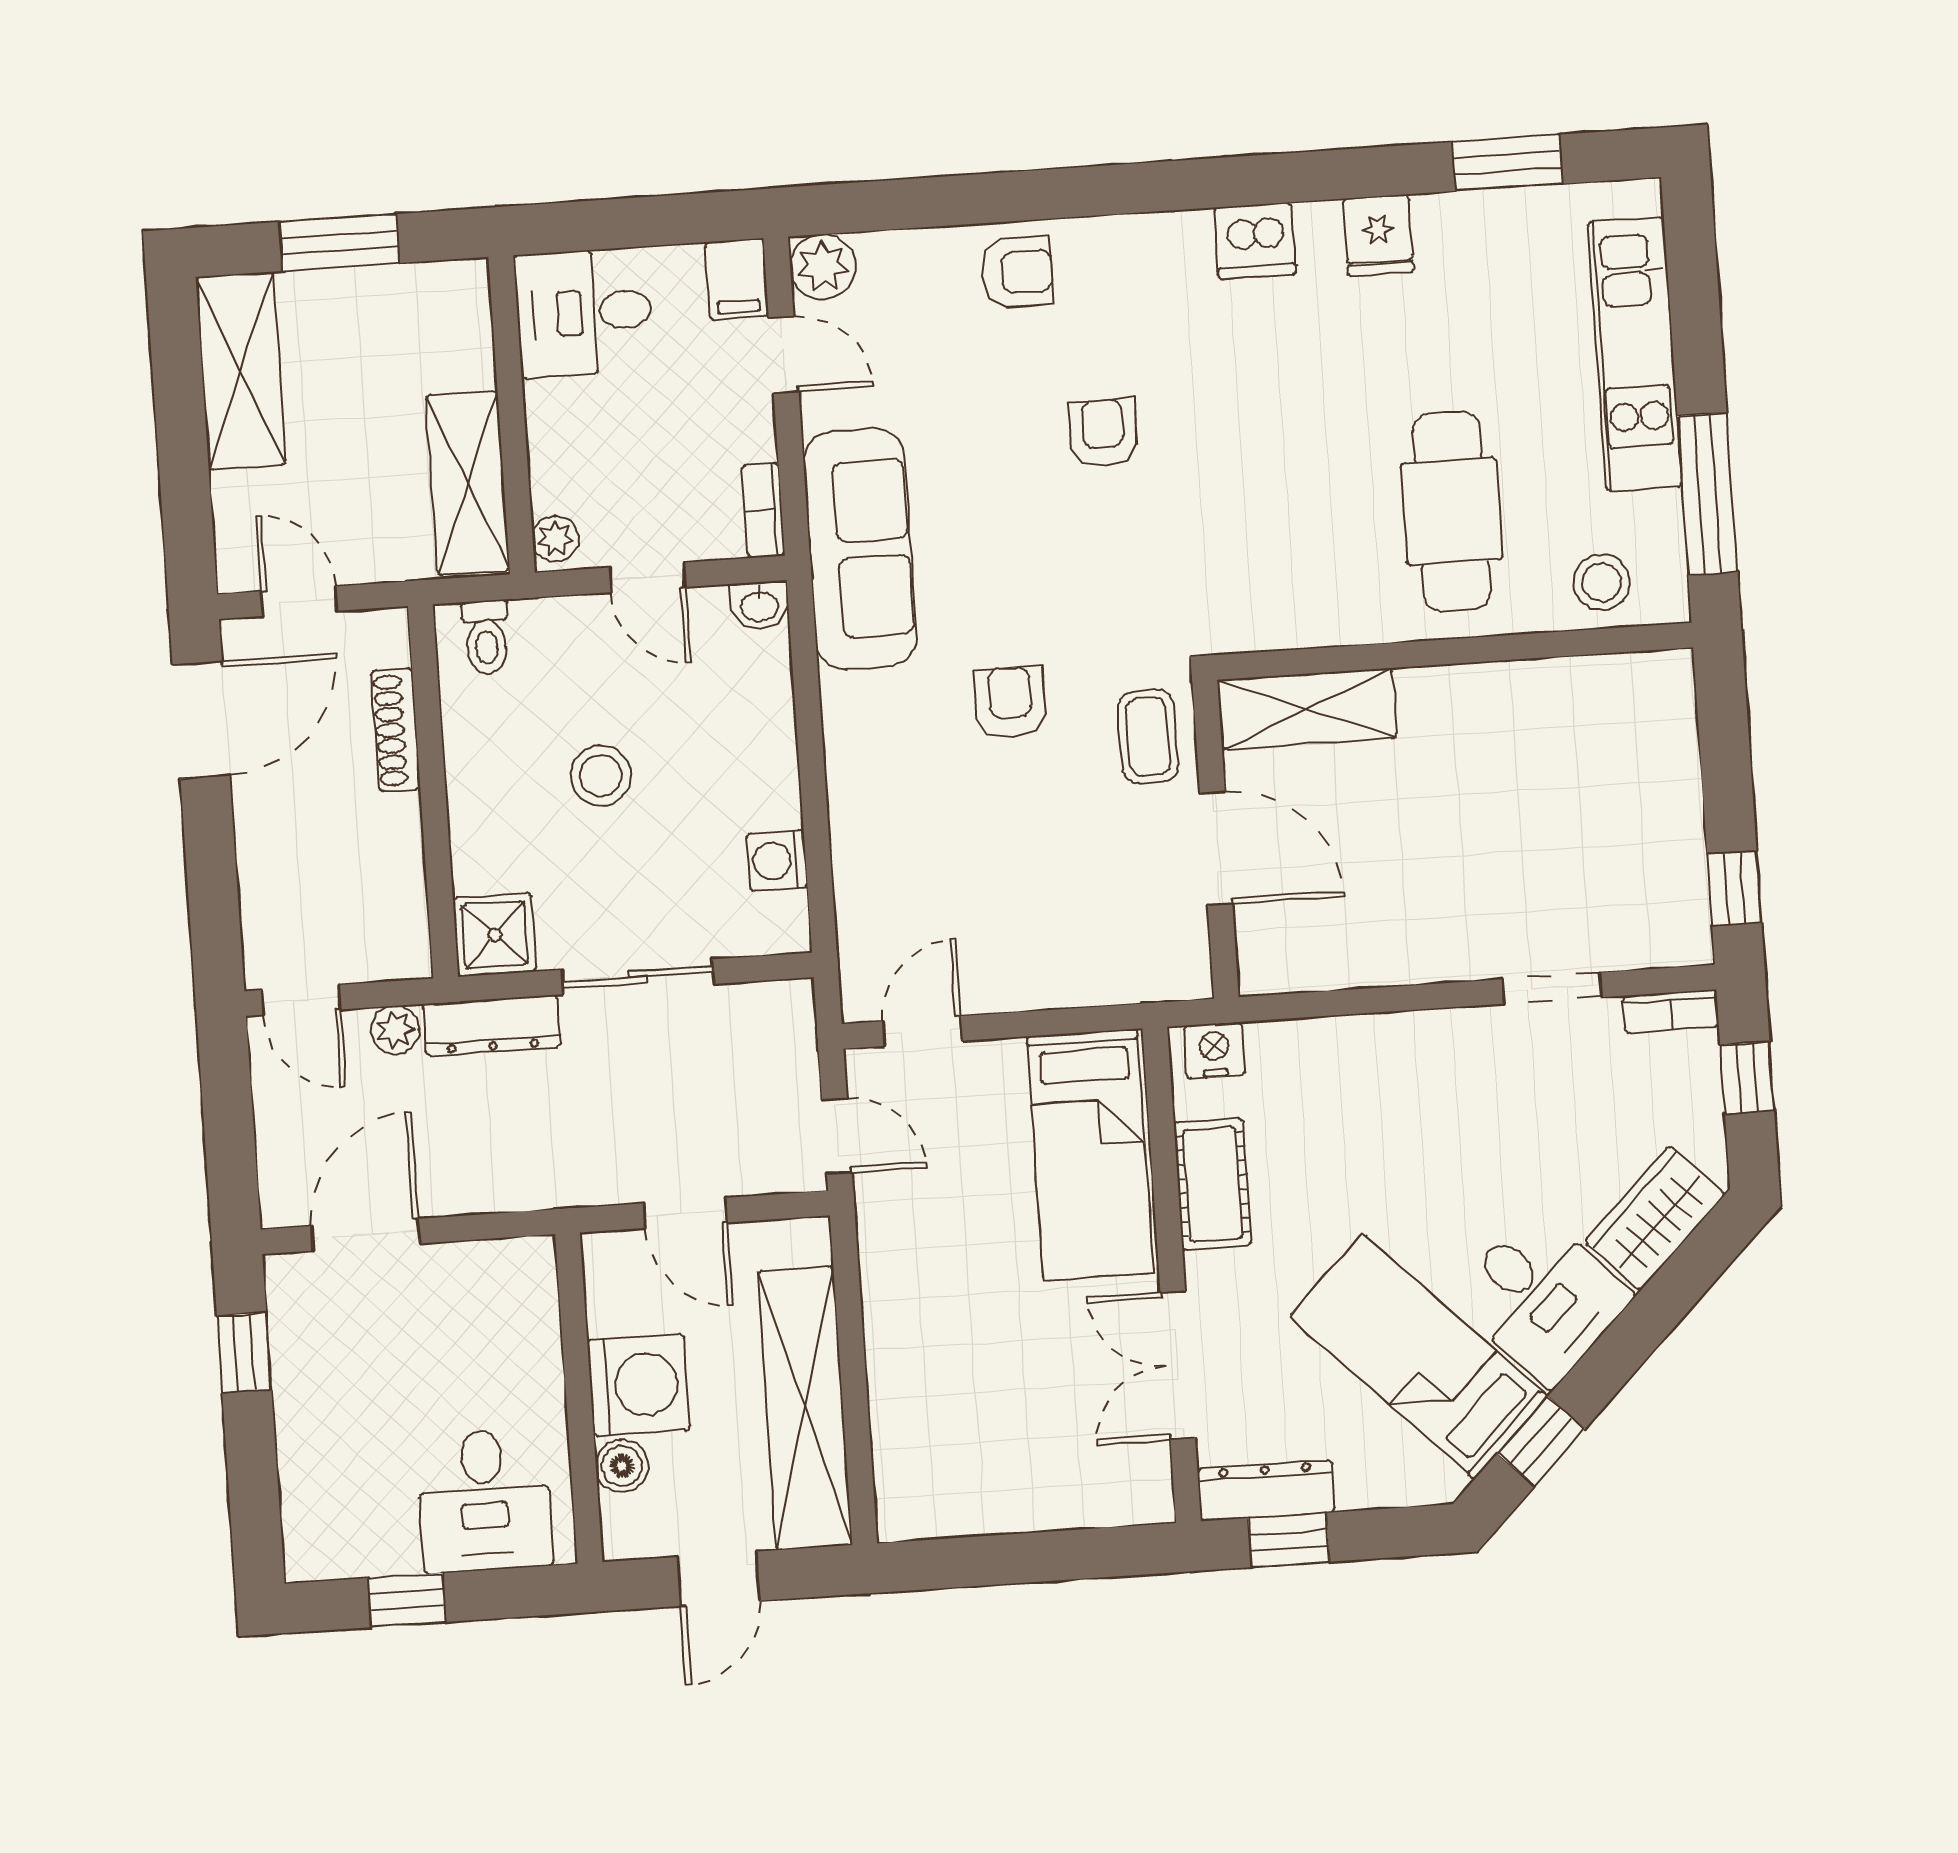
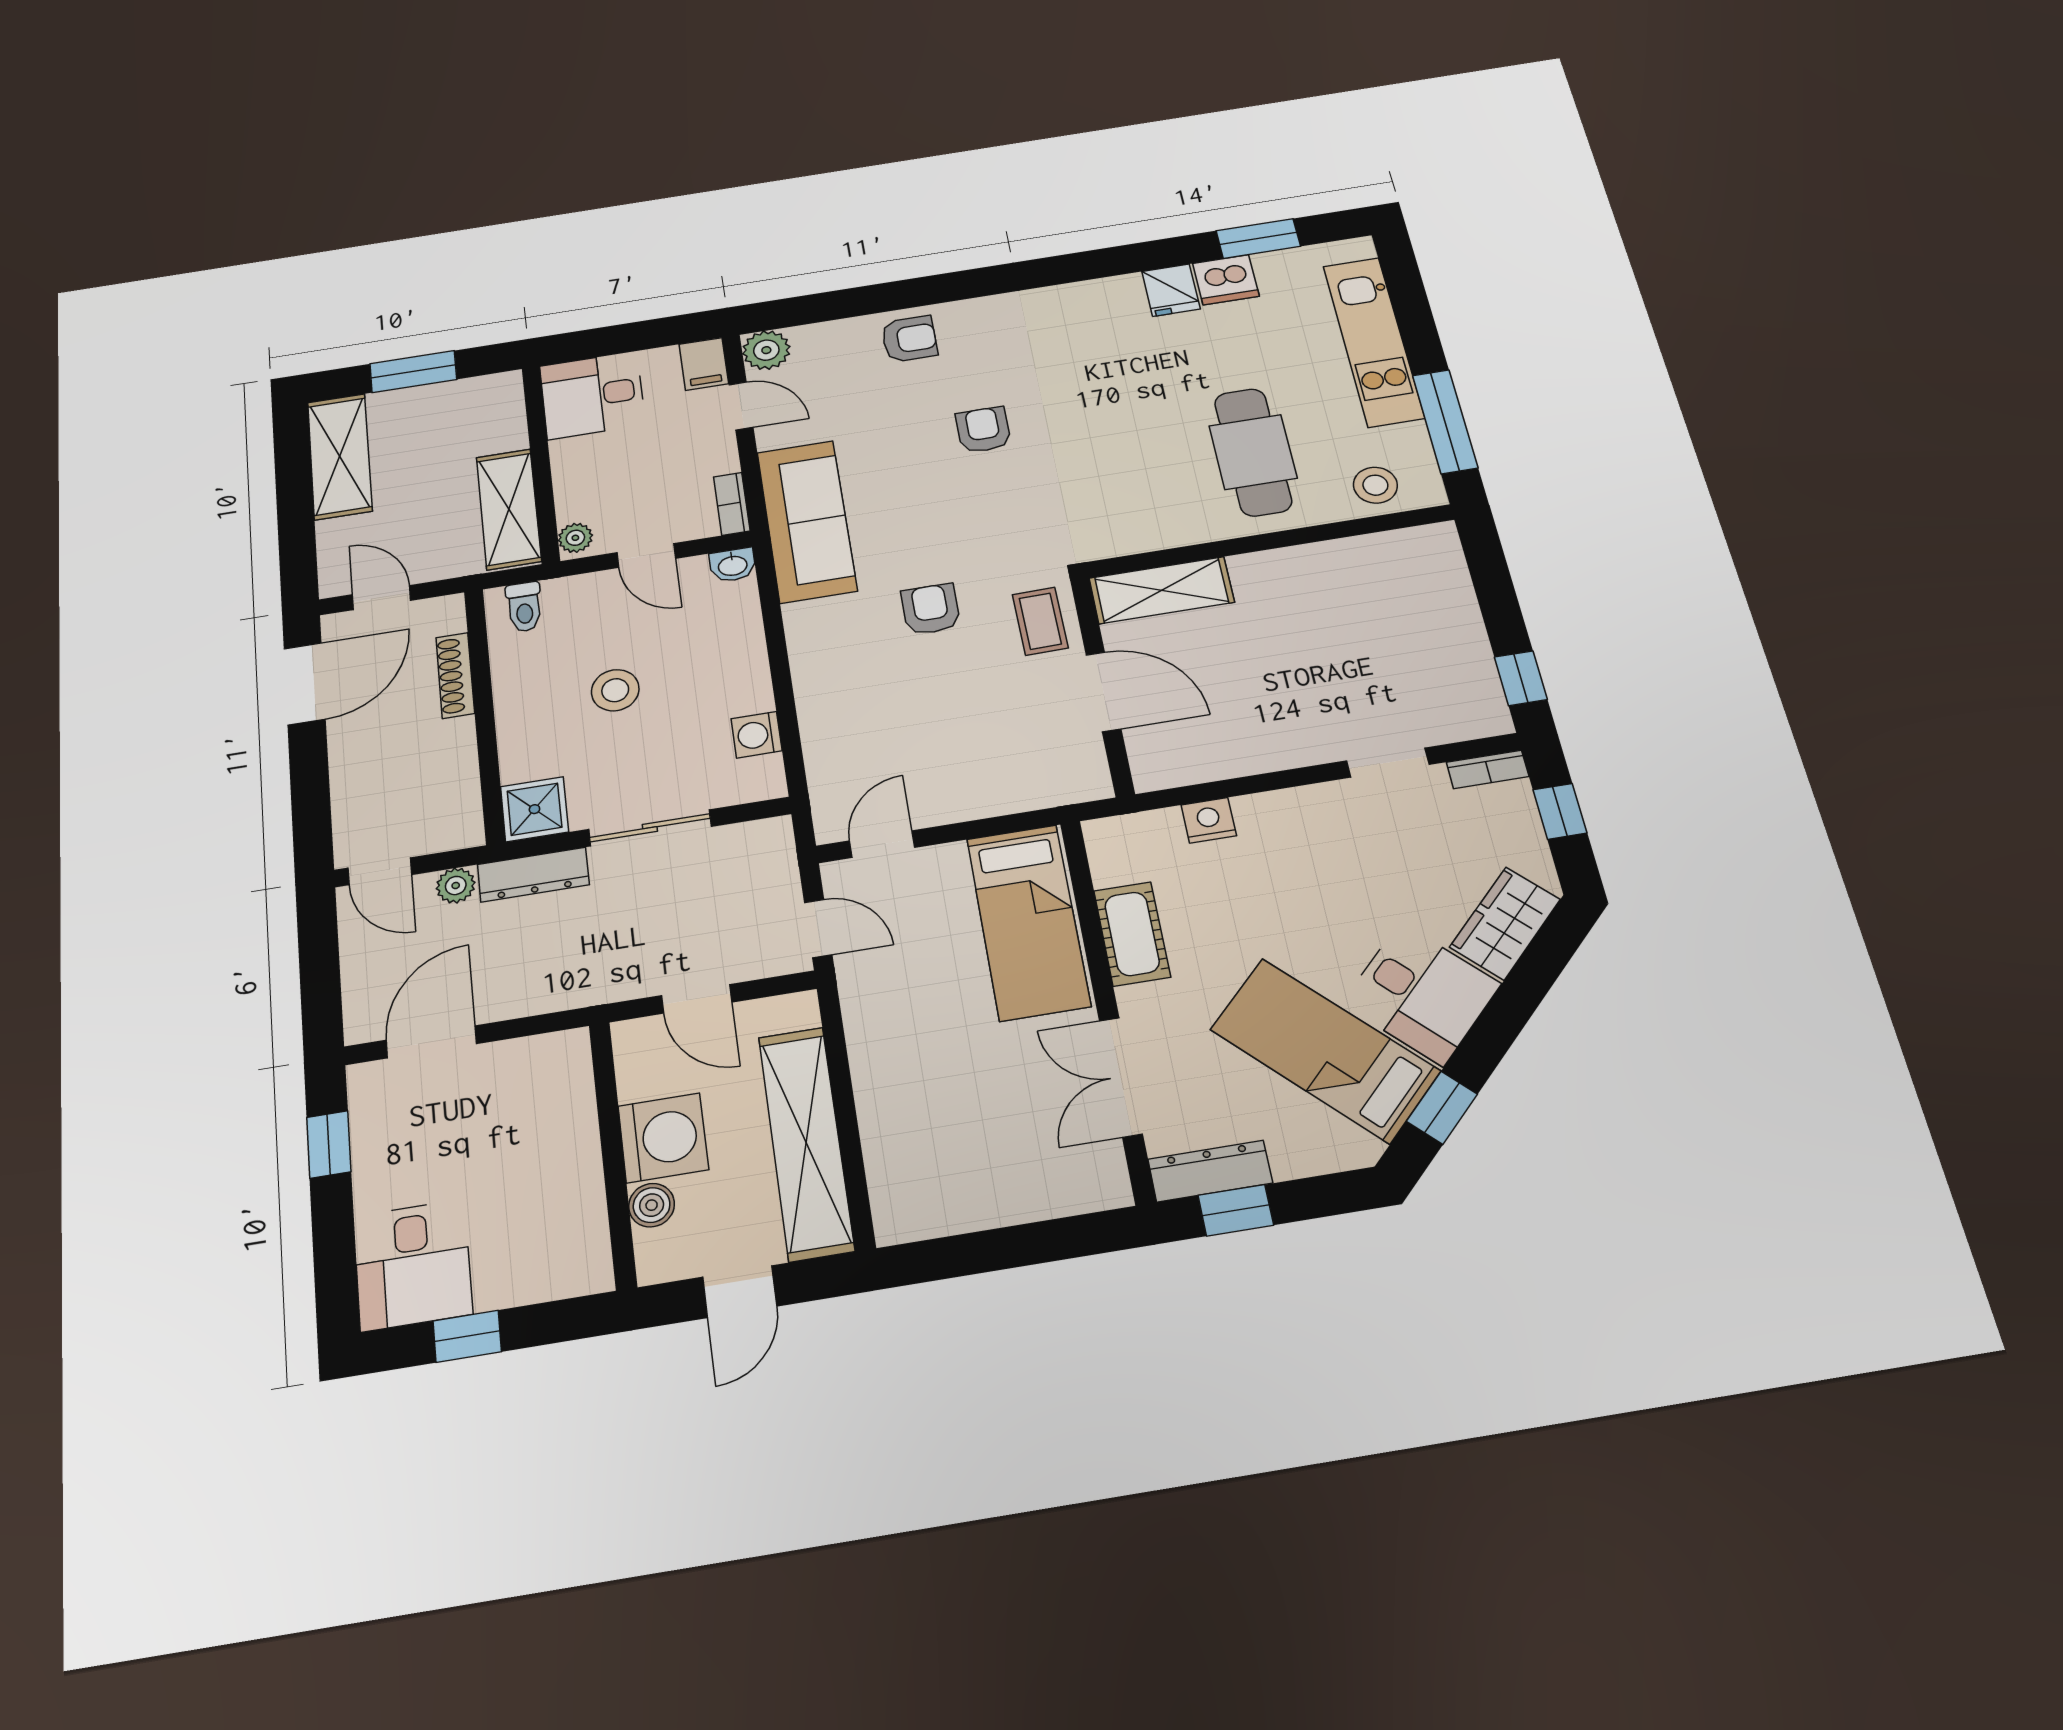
dishwasher: (1255, 241) -> (1226, 280), moved
nightstand: (1214, 1050) -> (1209, 820), moved
desk: (484, 1500) -> (413, 1265), moved

